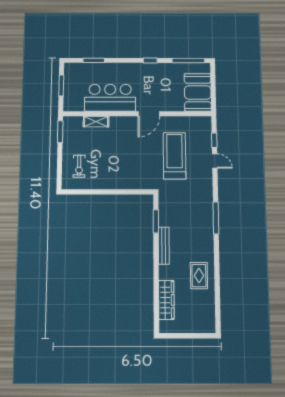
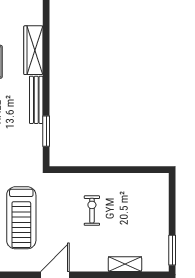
exercise bike: (79, 166) -> (92, 211), moved
wardrobe: (166, 300) -> (33, 50), moved

